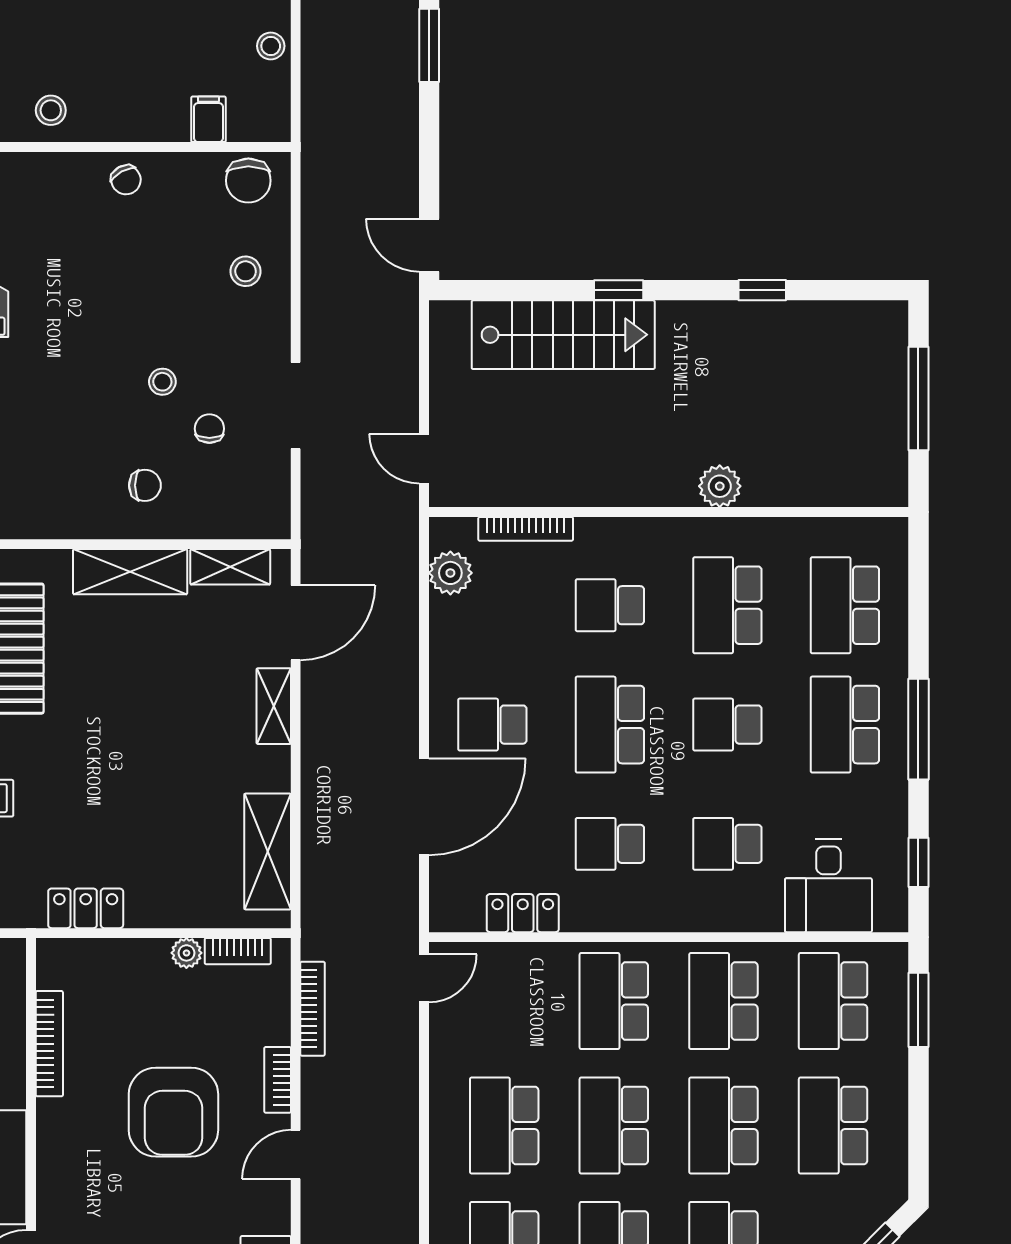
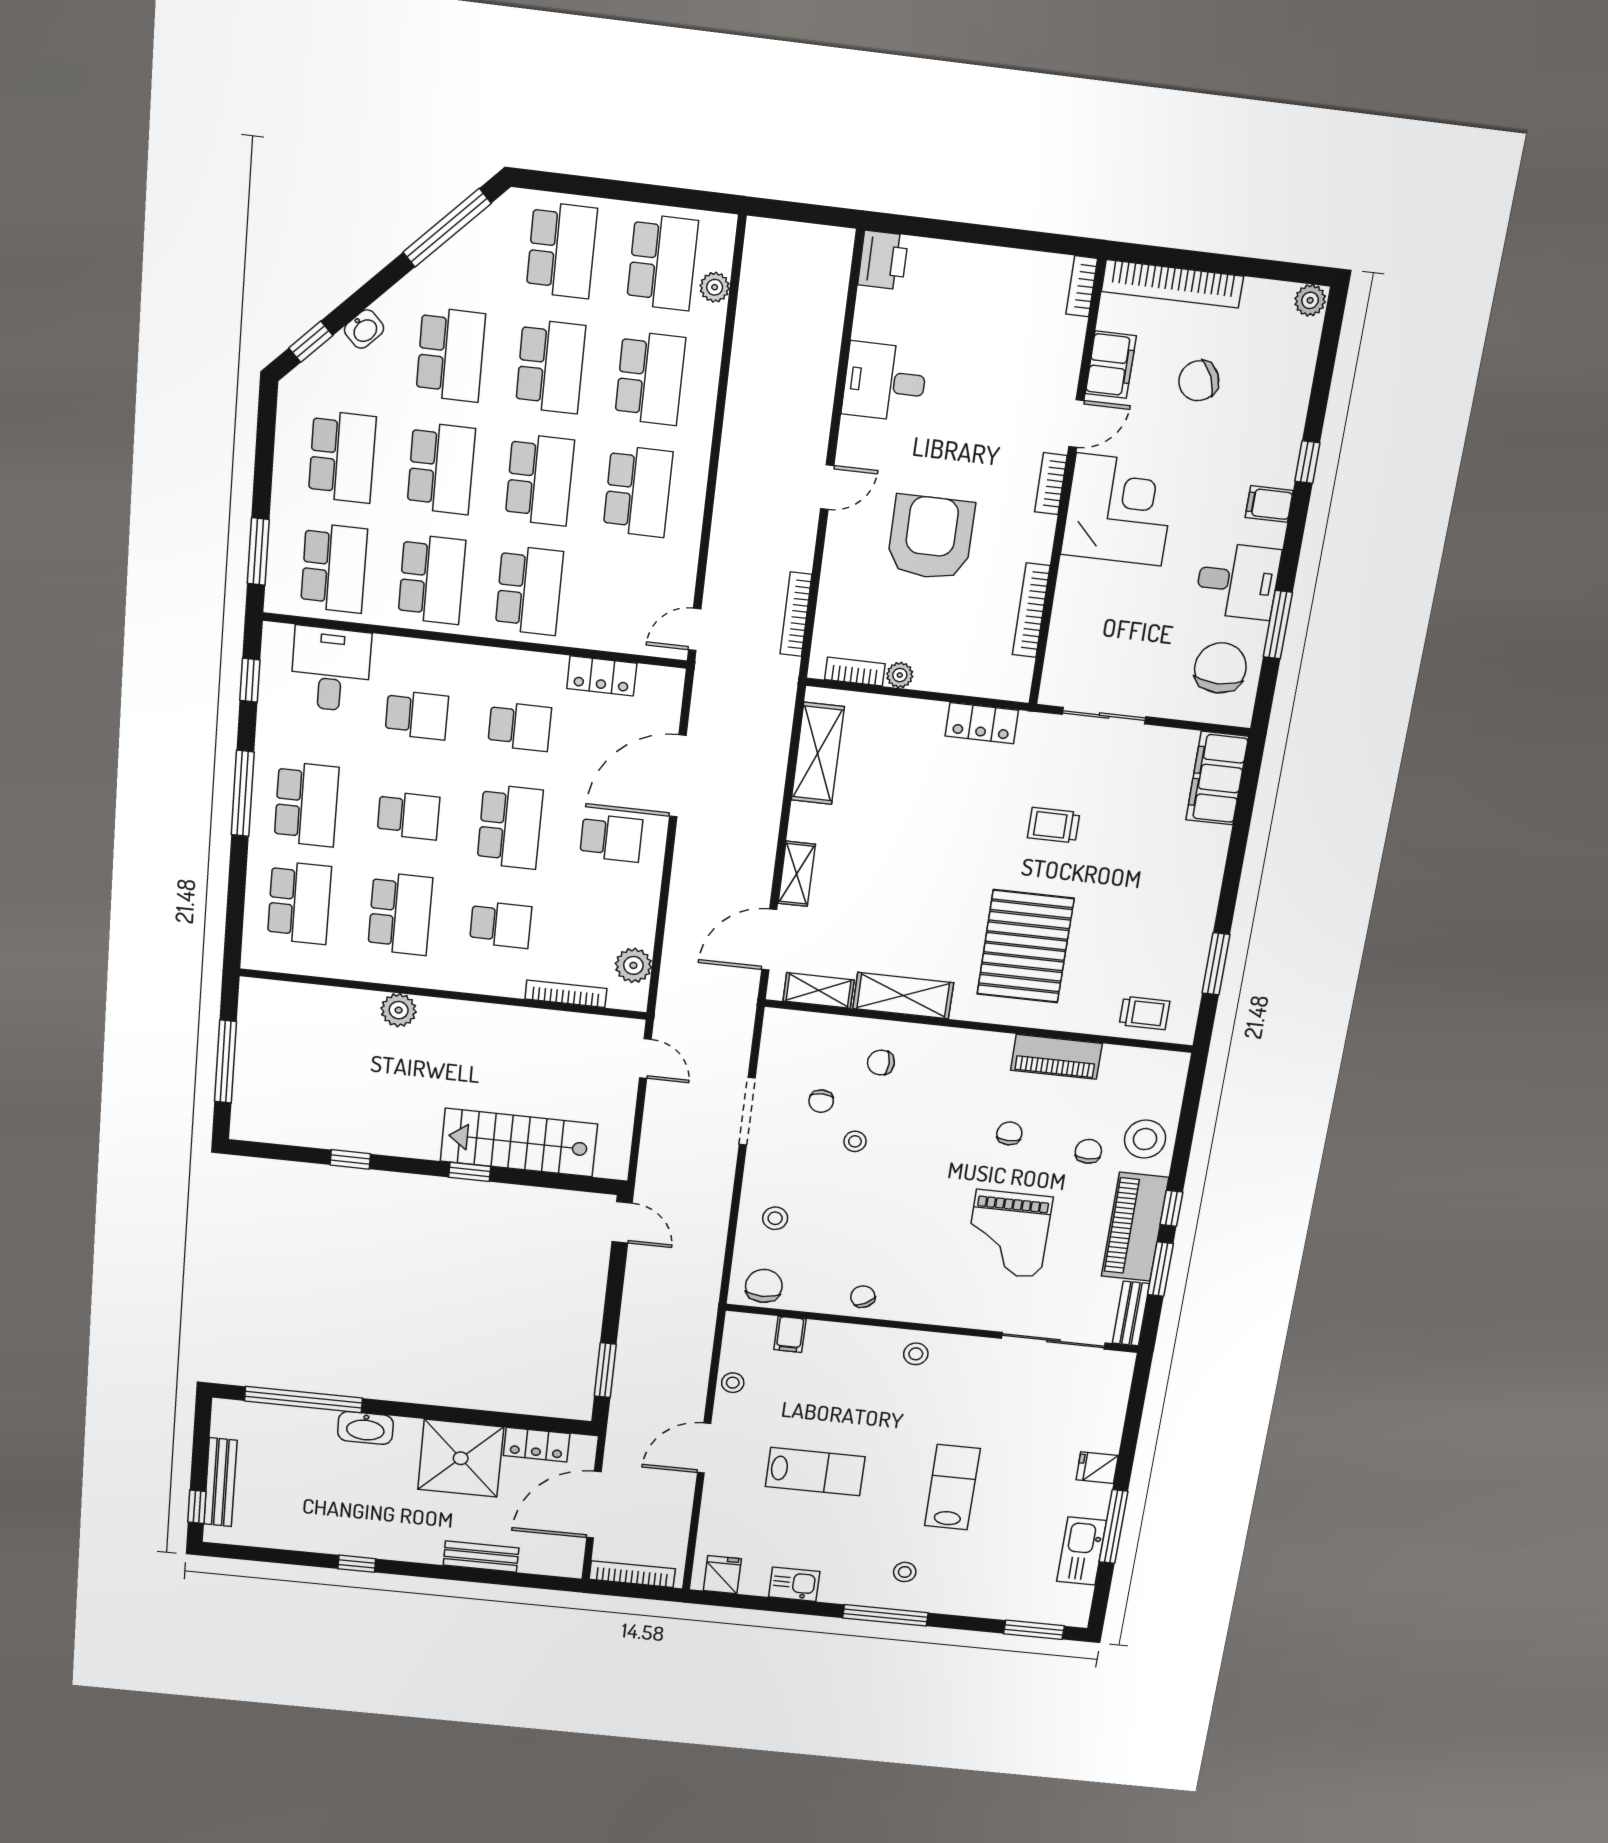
bookcase: (278, 1080) -> (1051, 484), moved, turned 180

